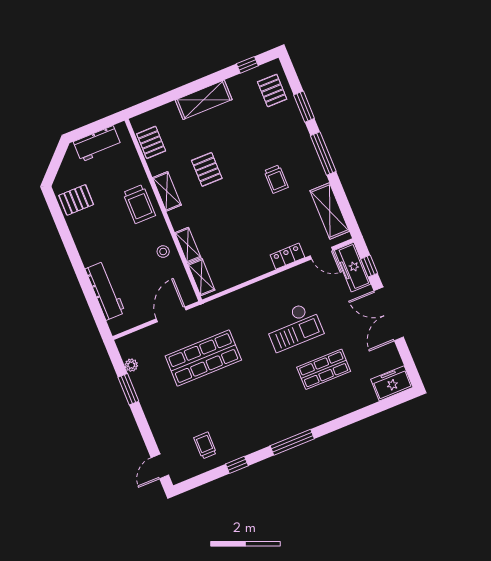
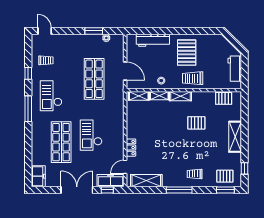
window: (304, 107) -> (225, 190), moved
trolley: (276, 179) -> (195, 174), moved
shelving: (167, 191) -> (181, 96), moved
pallet: (76, 200) -> (187, 53), moved, width x1.50, depth x1.42
shop shelf: (324, 369) -> (61, 142), width x1.43, depth x1.36
checkout: (257, 415) -> (51, 96), added

